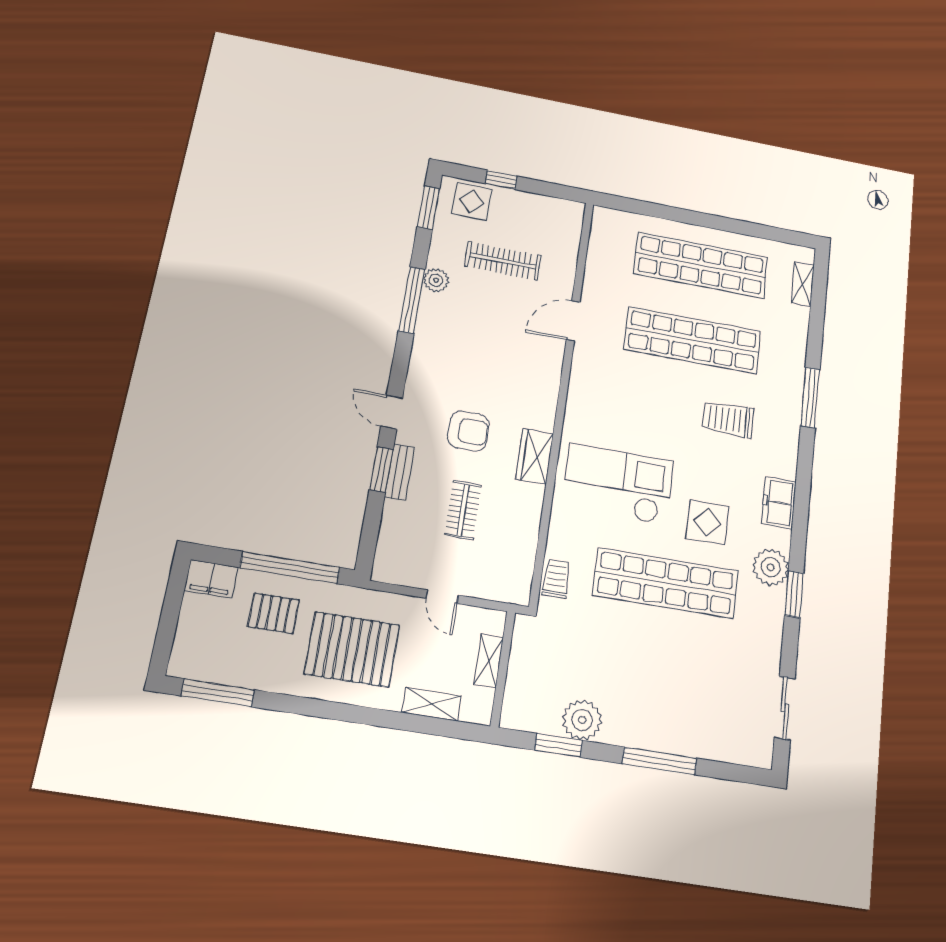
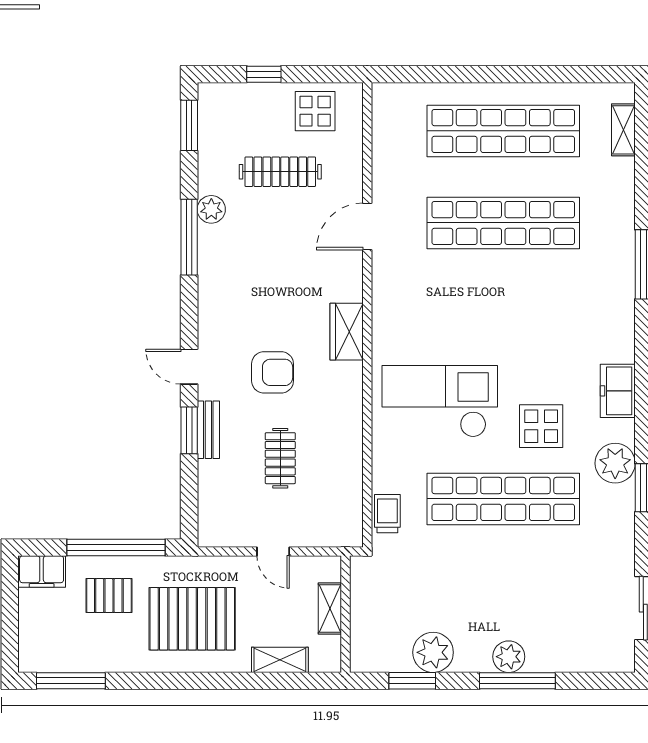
display table: (472, 201) -> (315, 111), moved
trolley: (728, 419) -> (552, 307), removed
wardrobe: (535, 456) -> (347, 332), moved
plant: (654, 736) -> (509, 657), added

